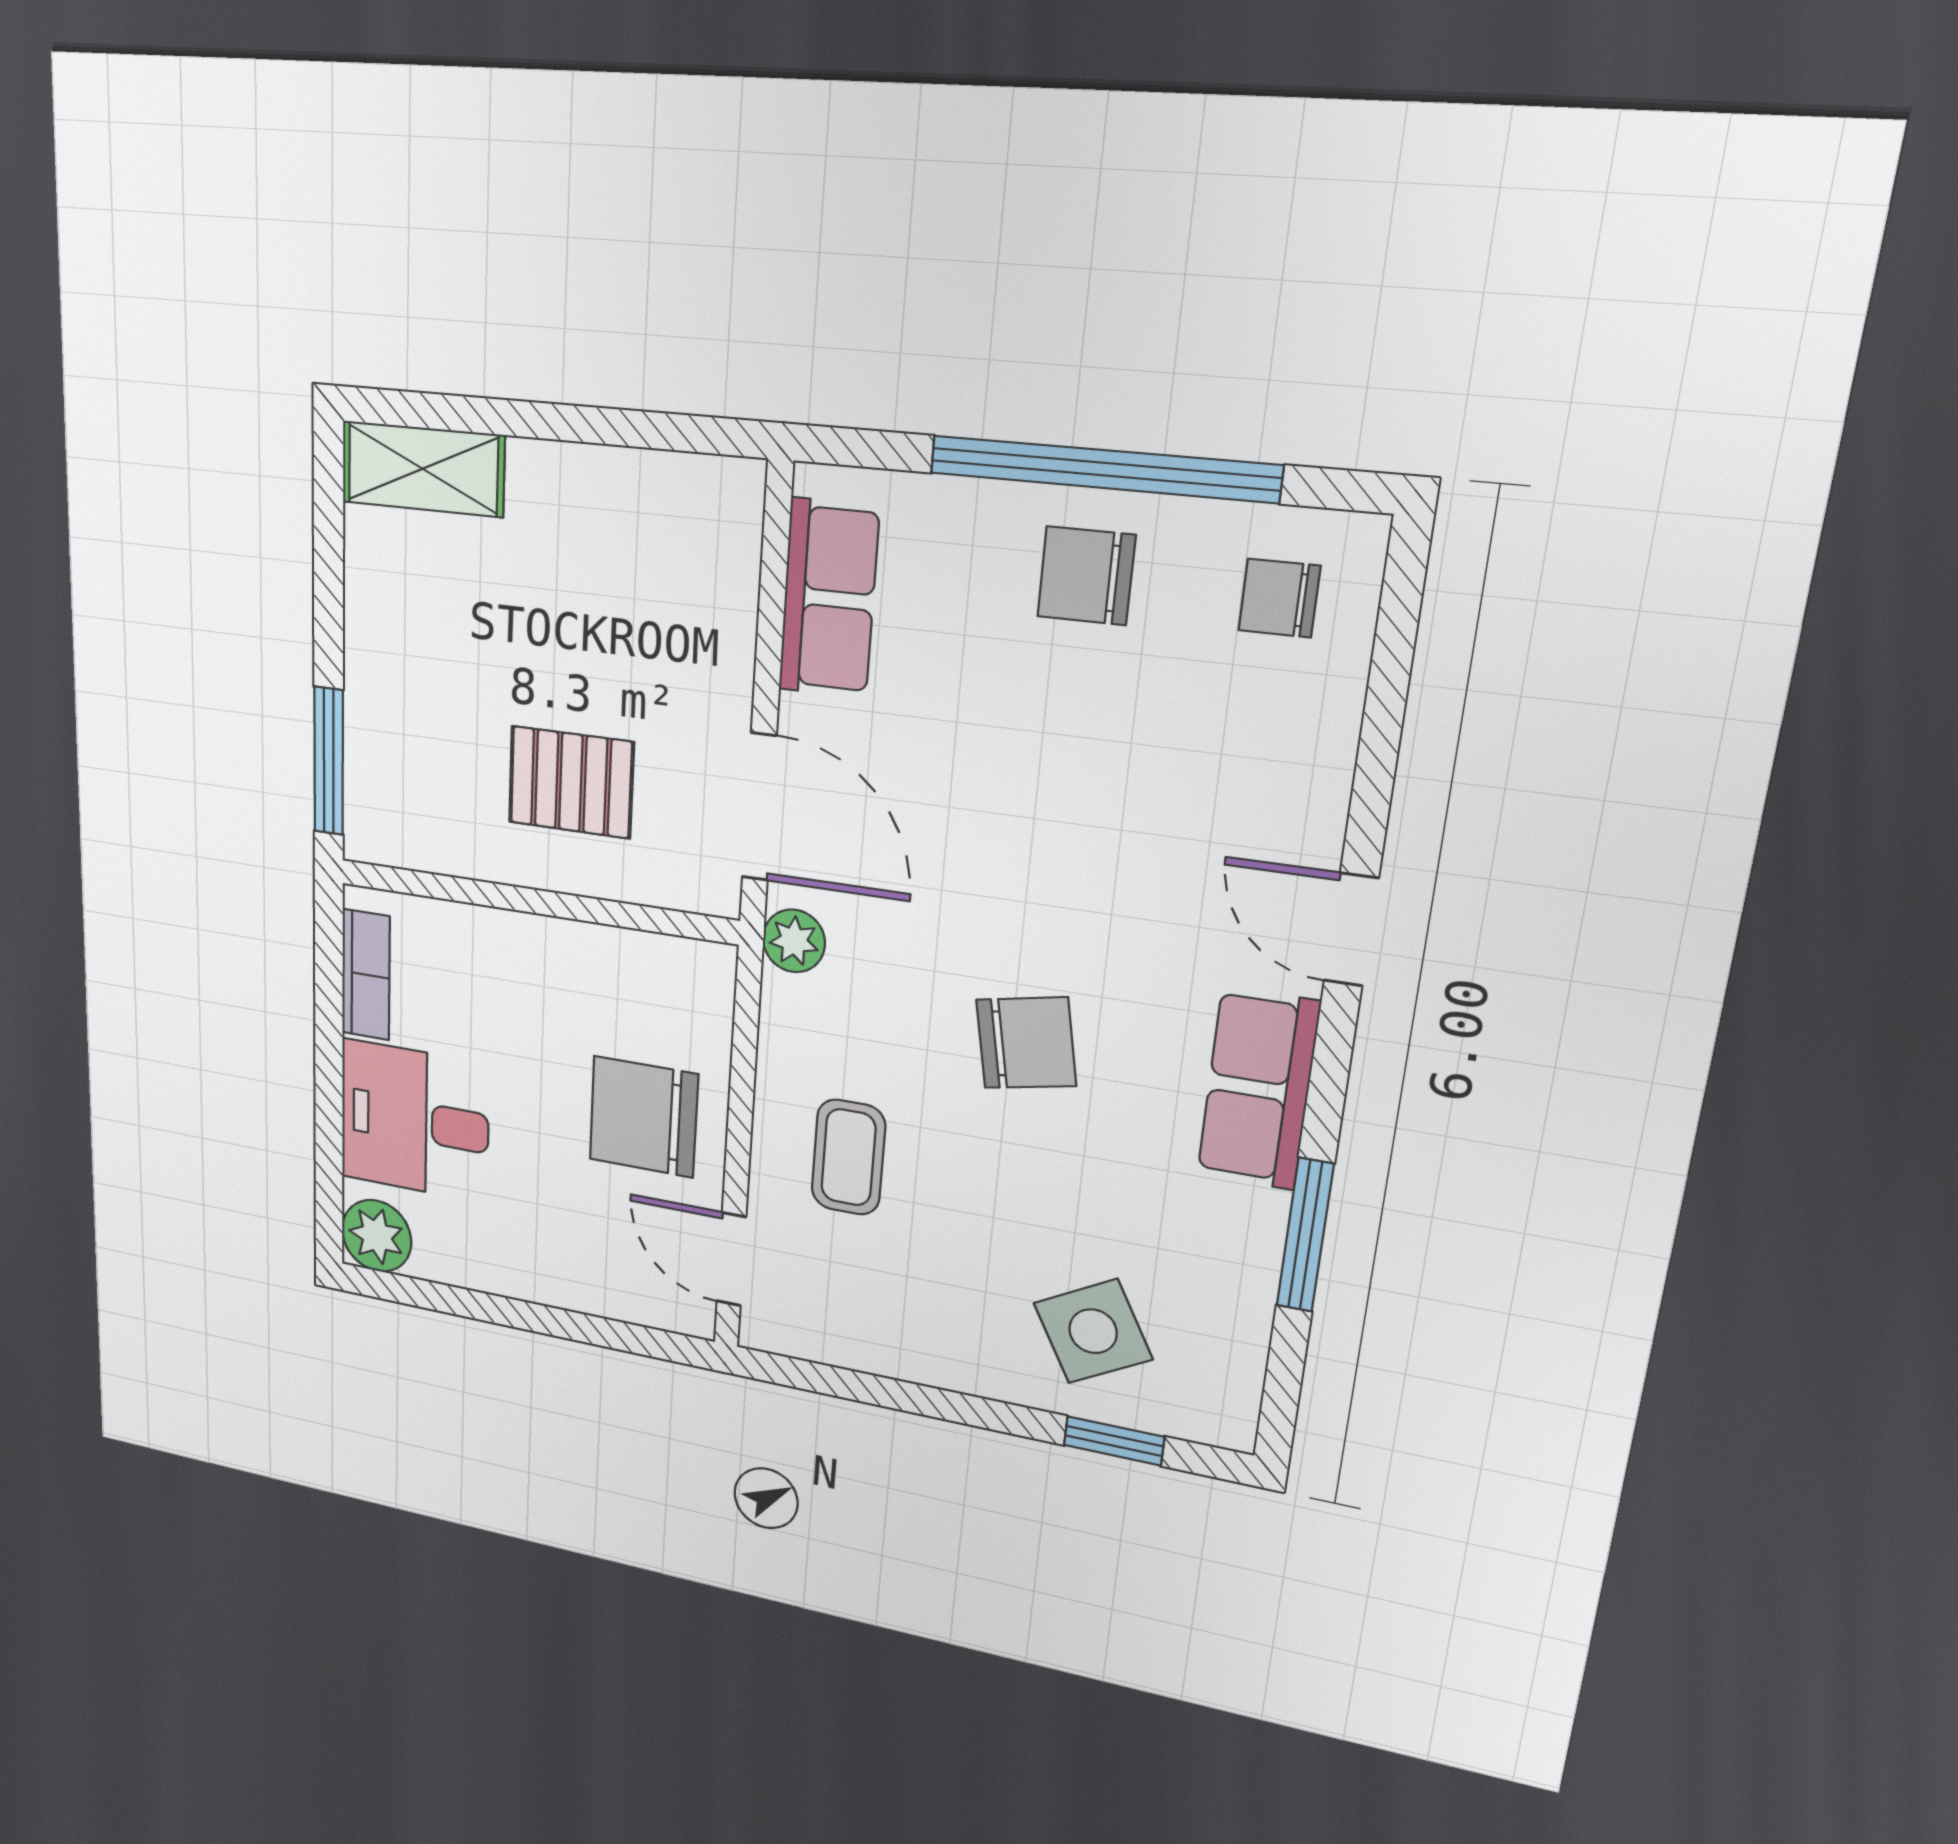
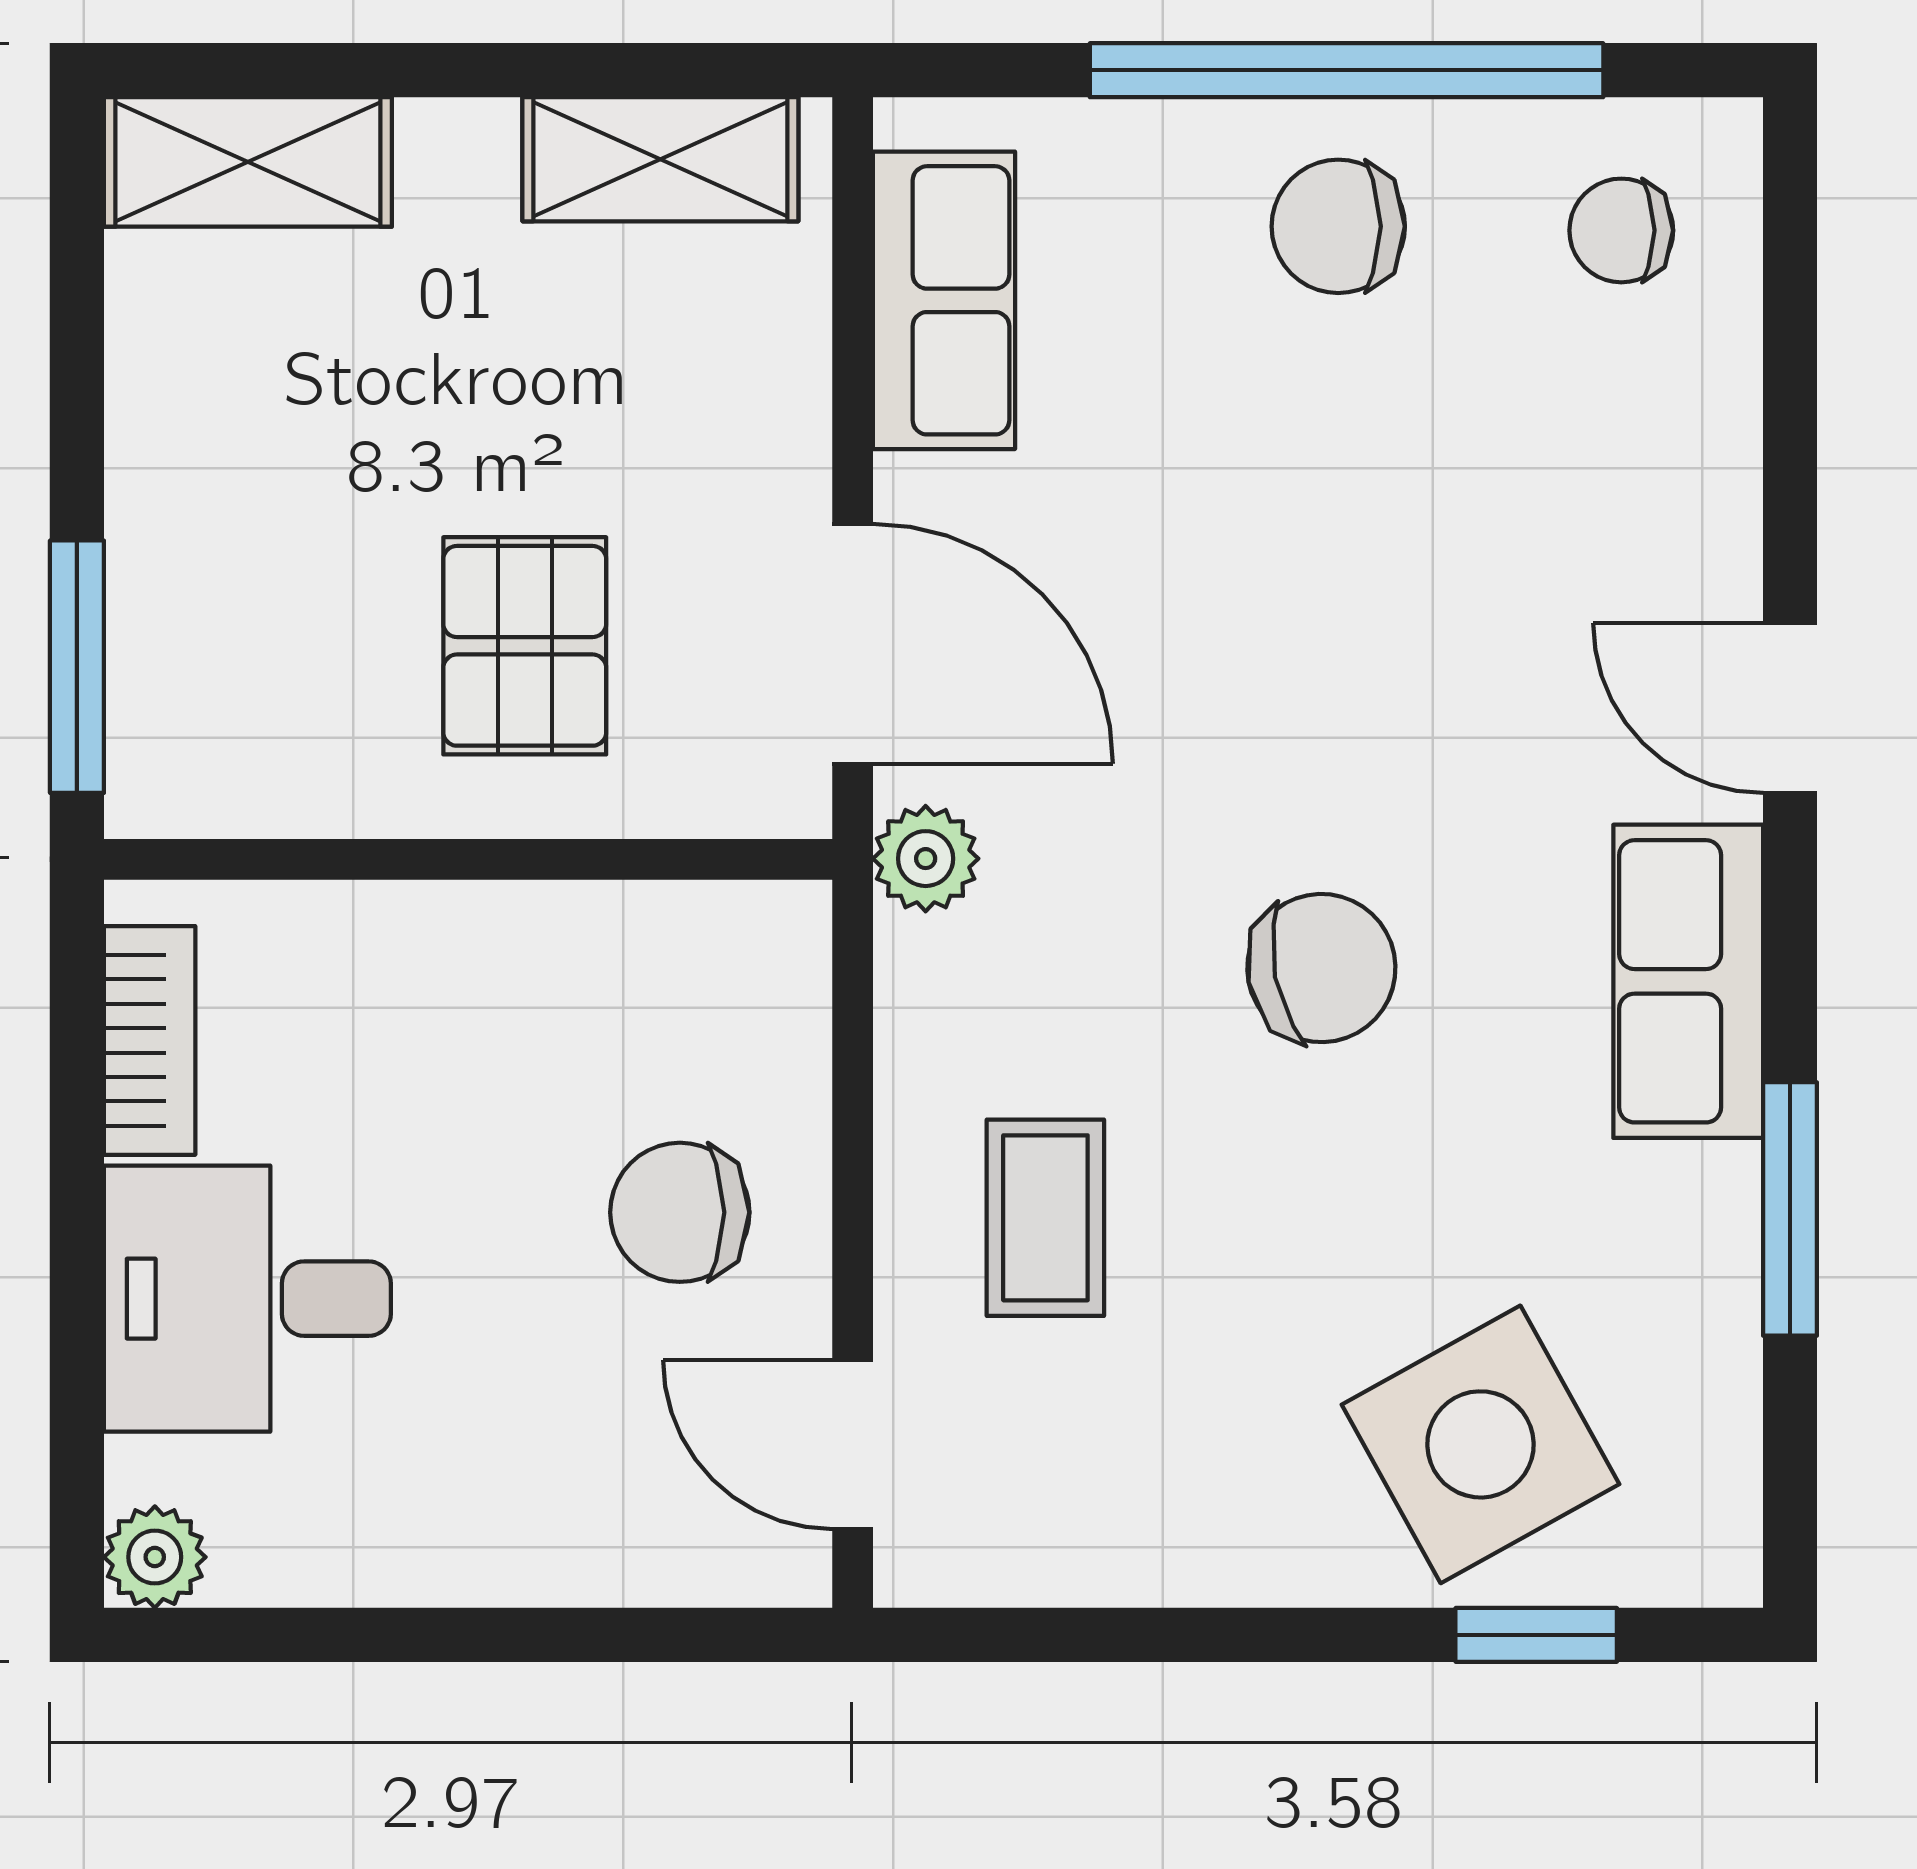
shelving: (661, 490) -> (660, 159), added
pallet: (571, 782) -> (525, 646), turned 90
chair: (644, 1117) -> (680, 1212), width x0.73, depth x0.73
plant: (377, 1236) -> (155, 1557), width x0.73, depth x0.73
side table: (1093, 1331) -> (1480, 1444), width x1.37, depth x1.37

